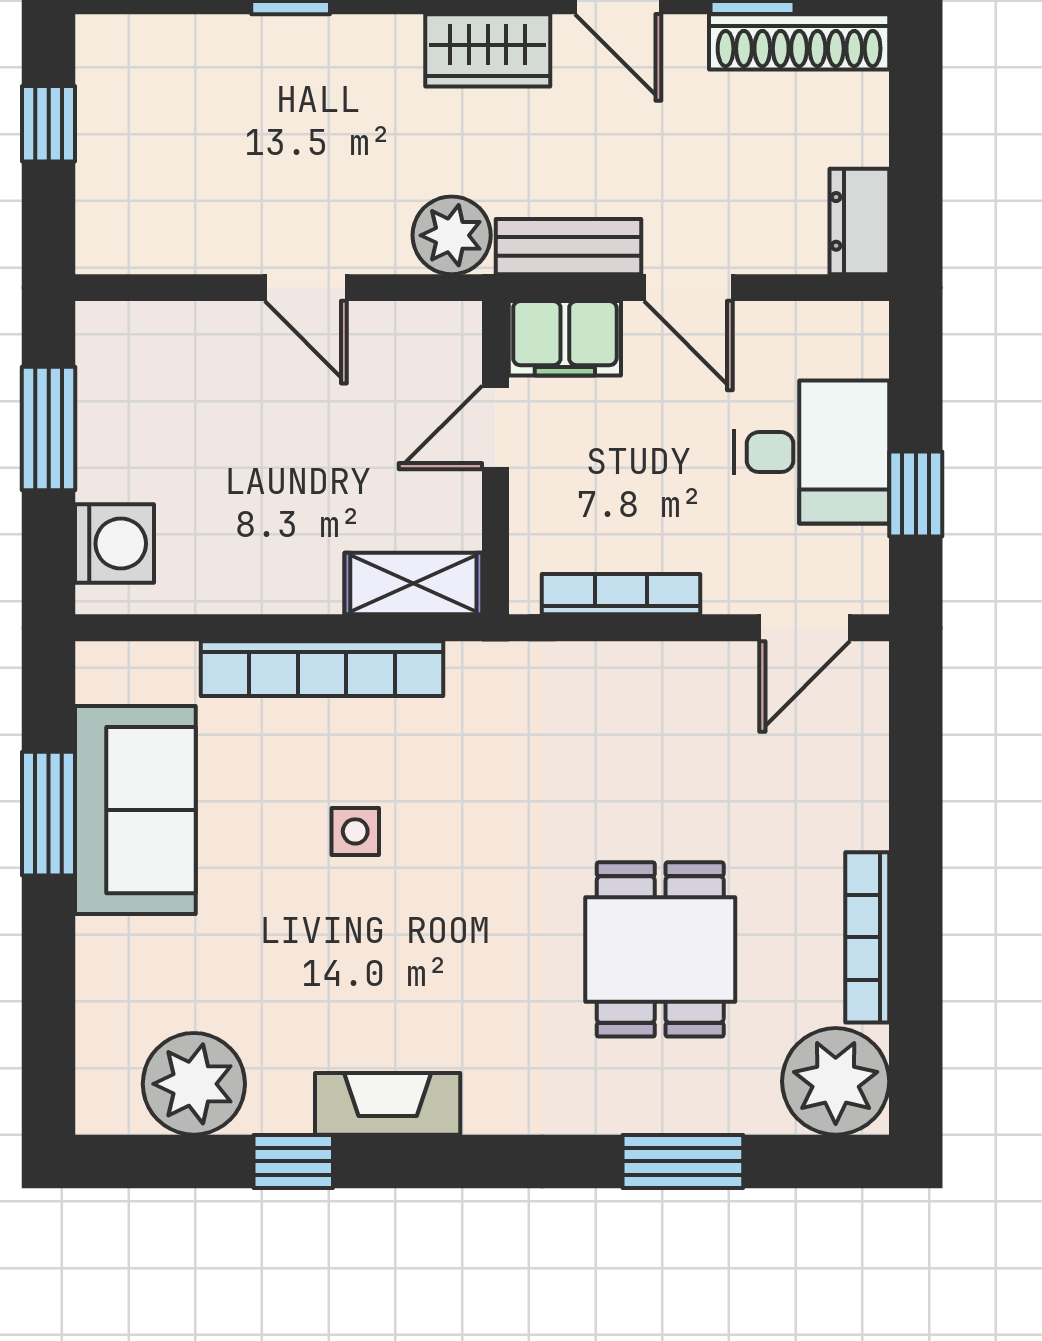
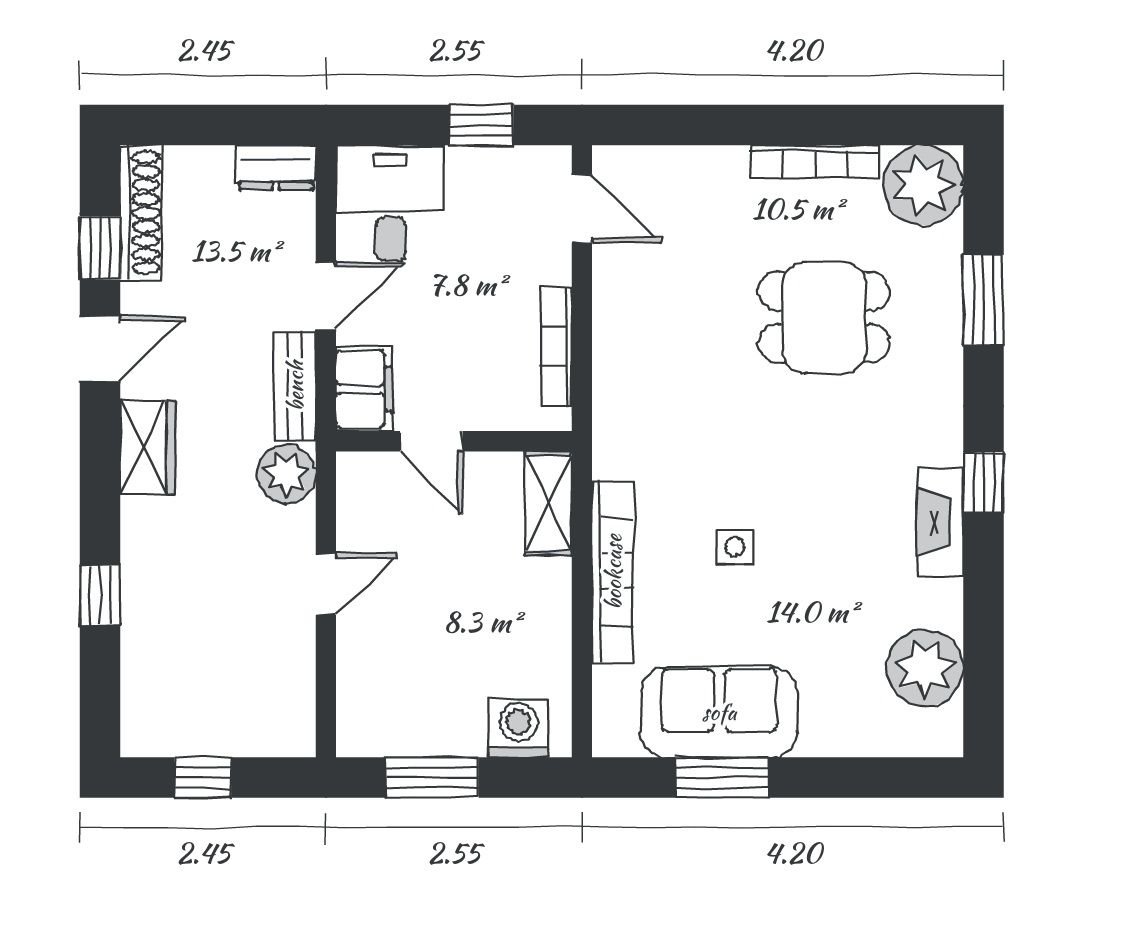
desk: (812, 452) -> (391, 203), moved
window: (293, 1161) -> (983, 482), moved

